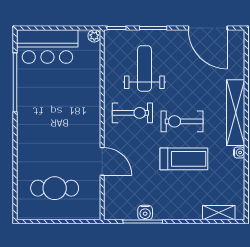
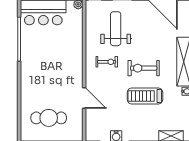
exercise bike: (132, 113) -> (107, 62), width x0.73, depth x0.72
treadmill: (184, 159) -> (145, 96), turned 180

